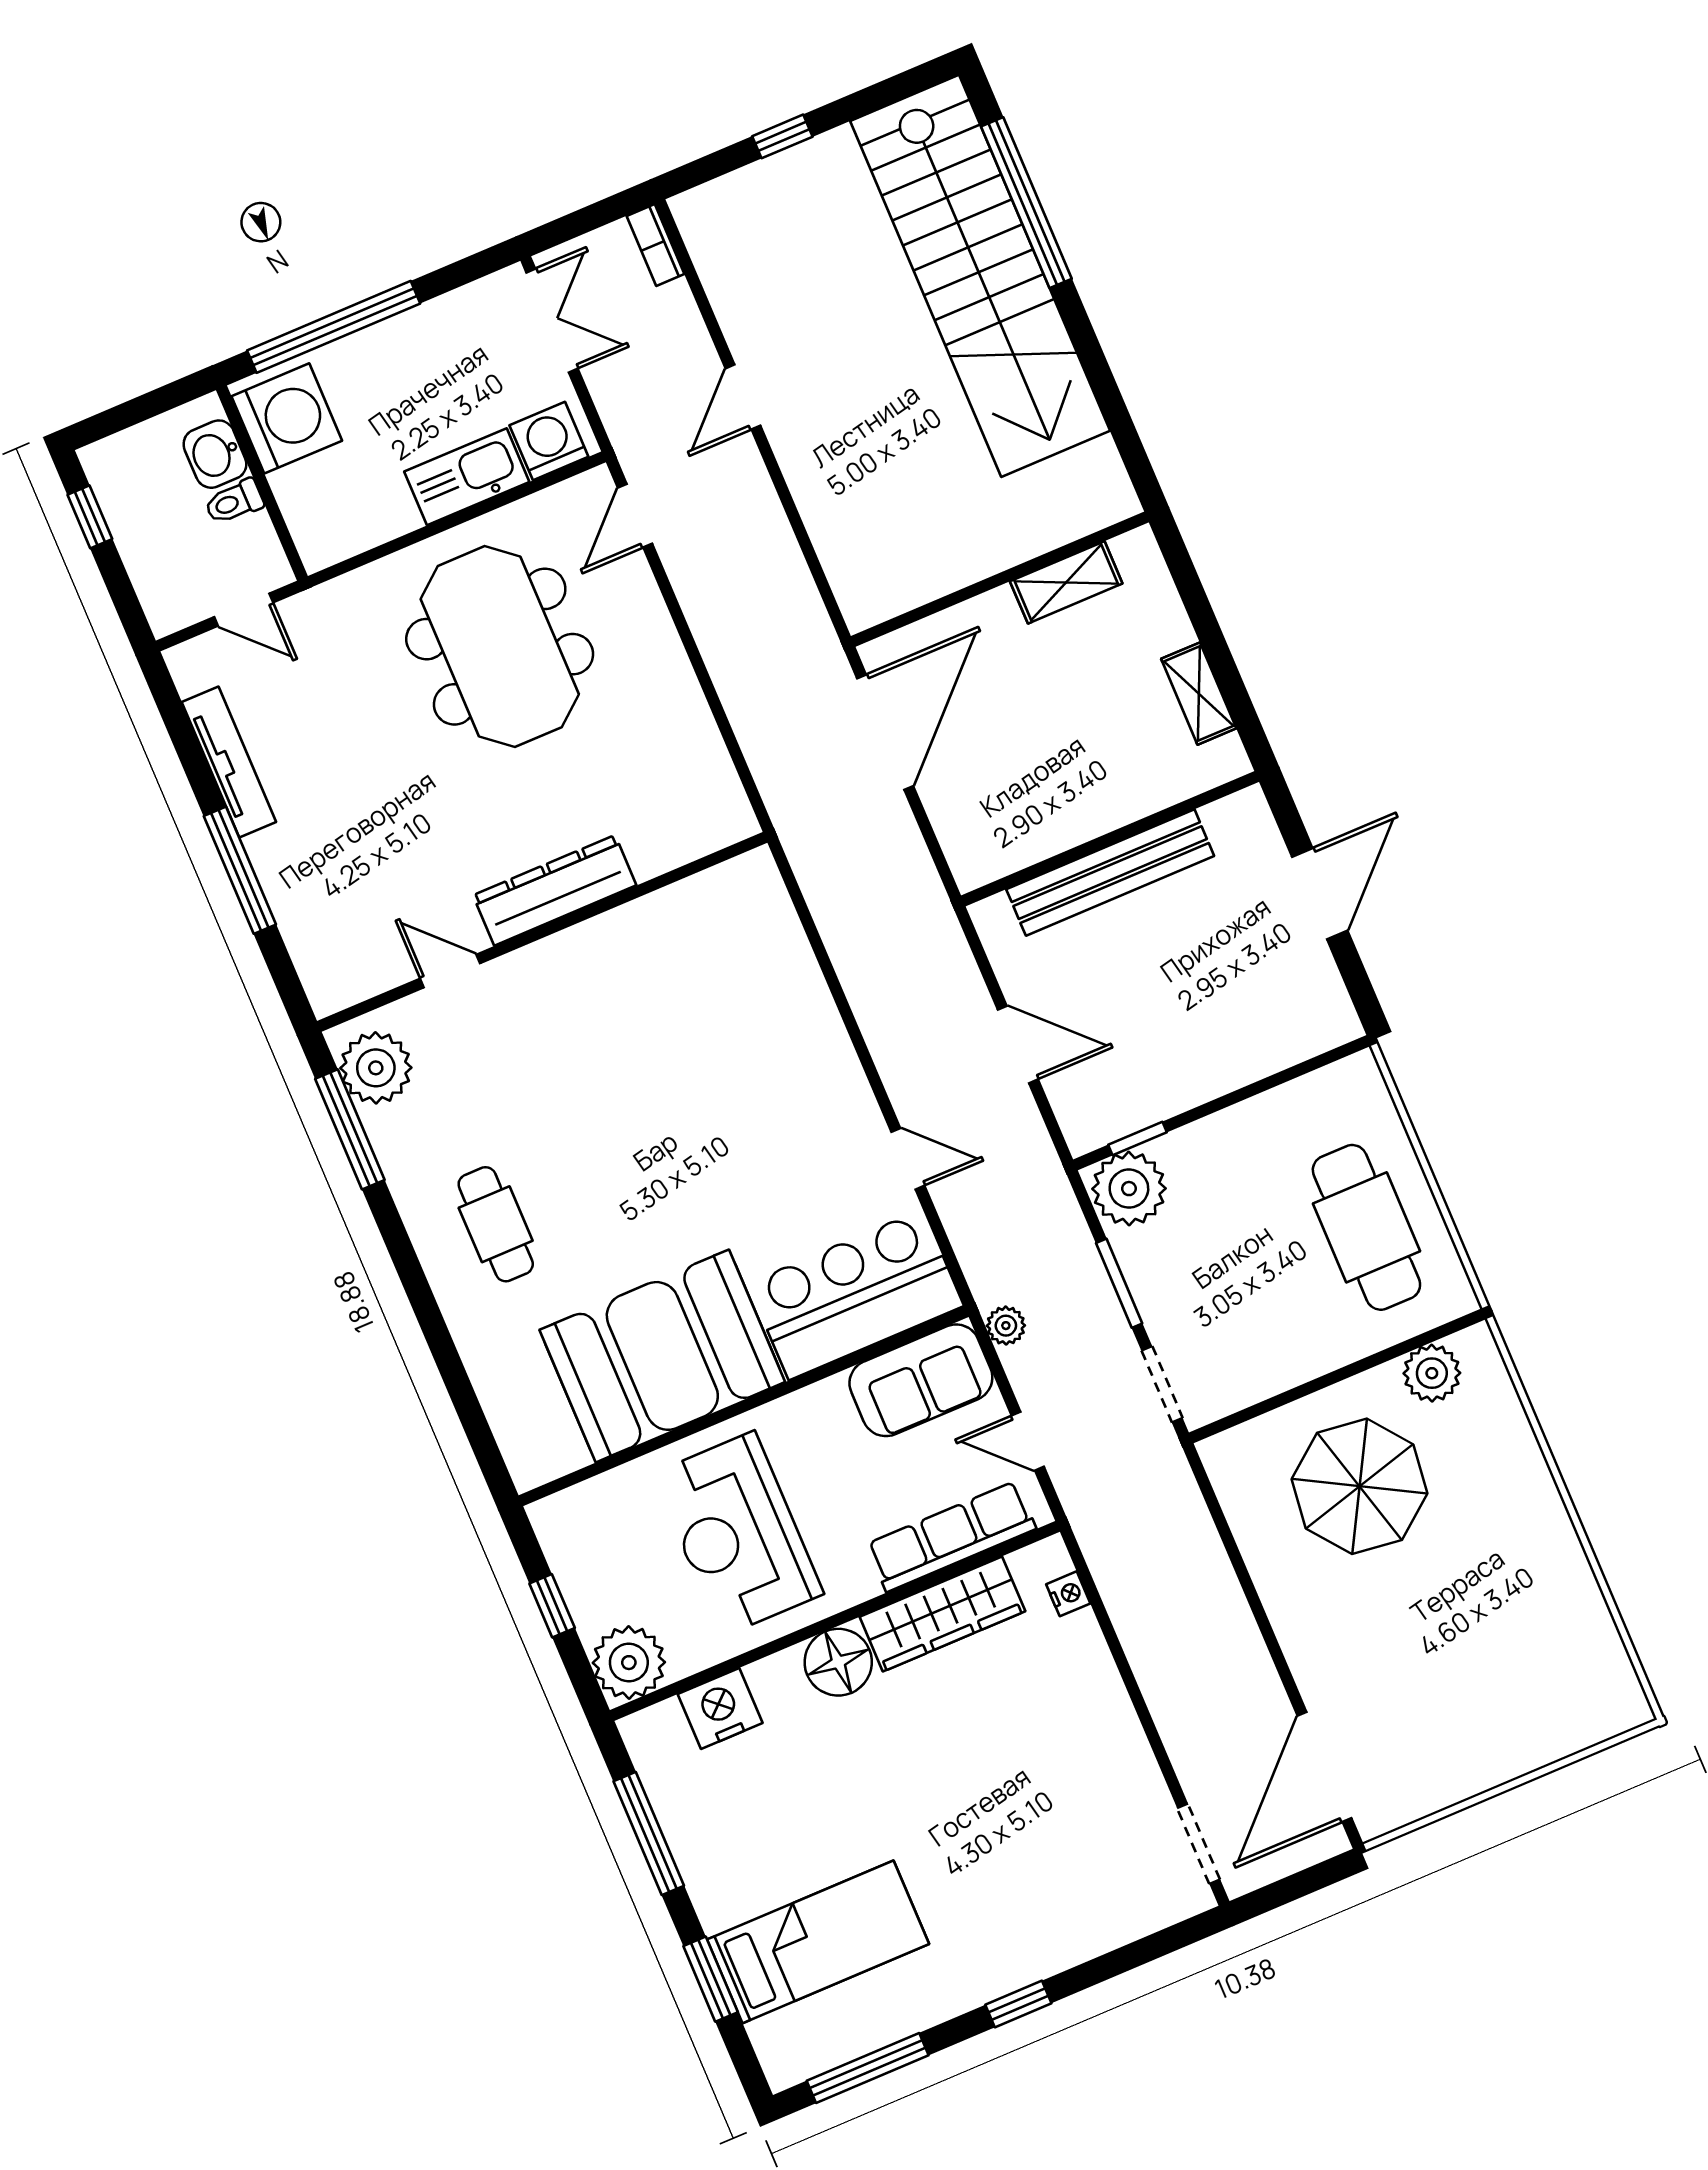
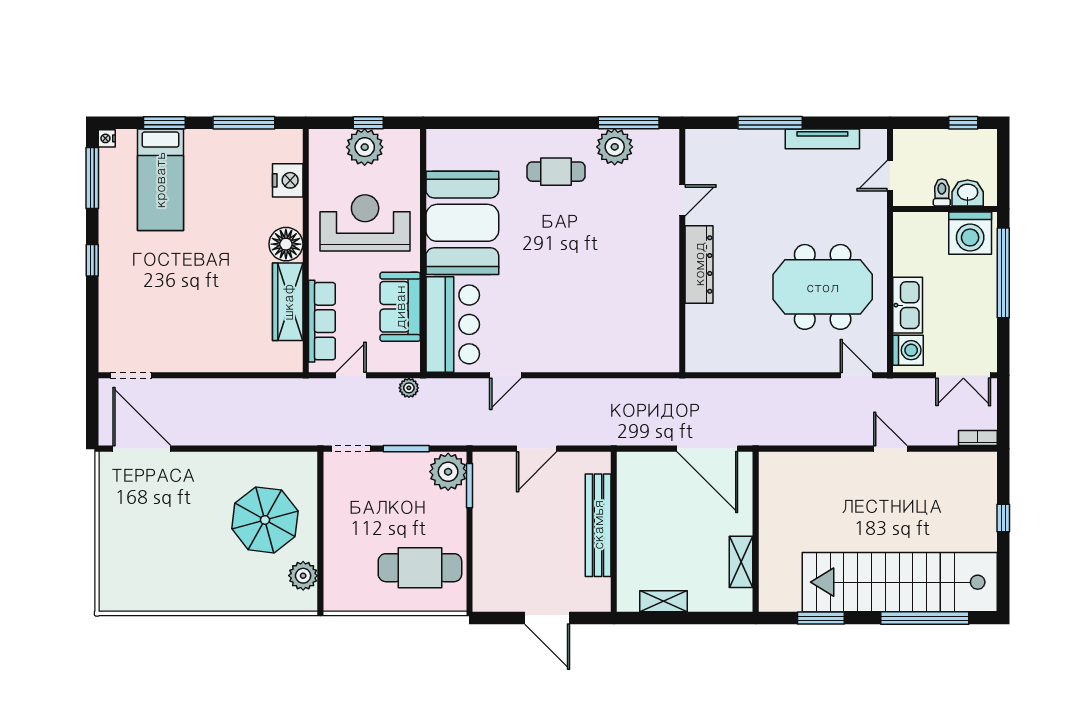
window: (1107, 393) -> (821, 618), added
plant: (376, 1068) -> (615, 147), moved
window: (1137, 1139) -> (470, 486), width x1.50
cafe table: (1366, 1227) -> (420, 568), moved
sofa: (921, 1380) -> (400, 307), moved
nightstand: (1068, 1594) -> (107, 138), moved, turned 90
plant: (629, 1663) -> (365, 147), moved

